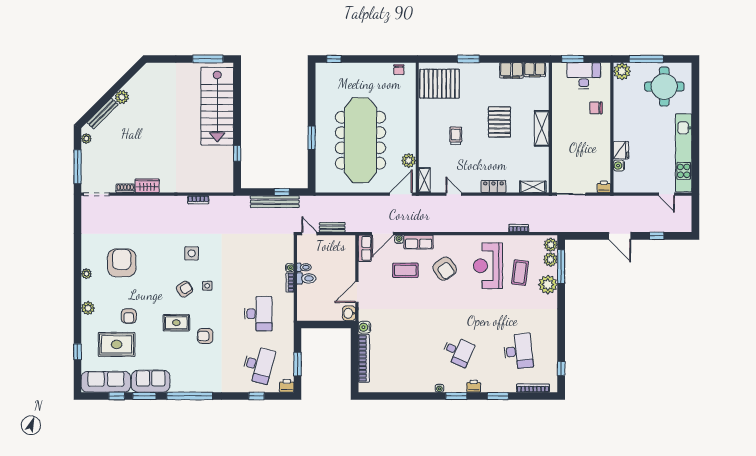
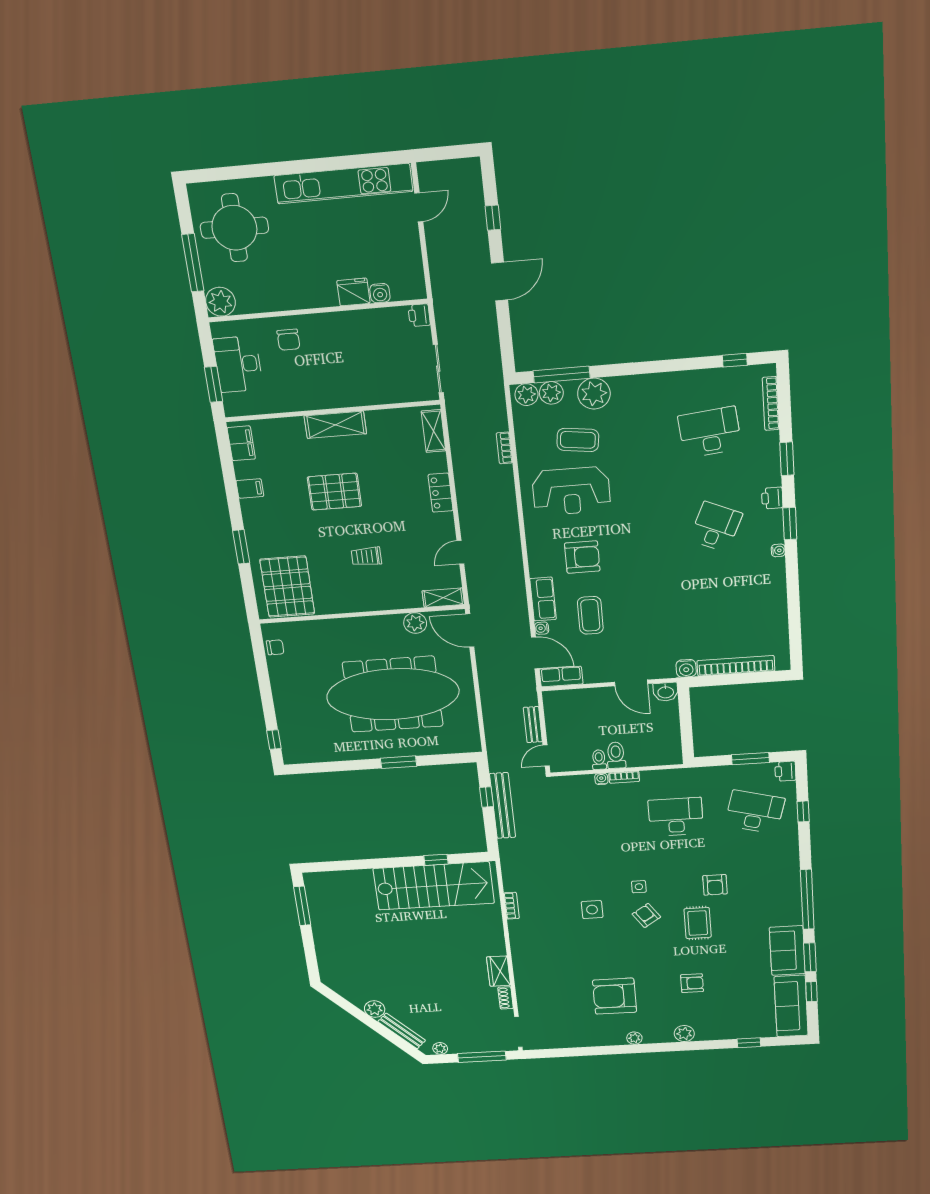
filing cabinet: (512, 70) -> (250, 488), width x0.50
stairs: (217, 106) -> (434, 886), moved
armchair: (445, 269) -> (582, 557), turned 35
rug: (117, 344) -> (735, 996), removed

